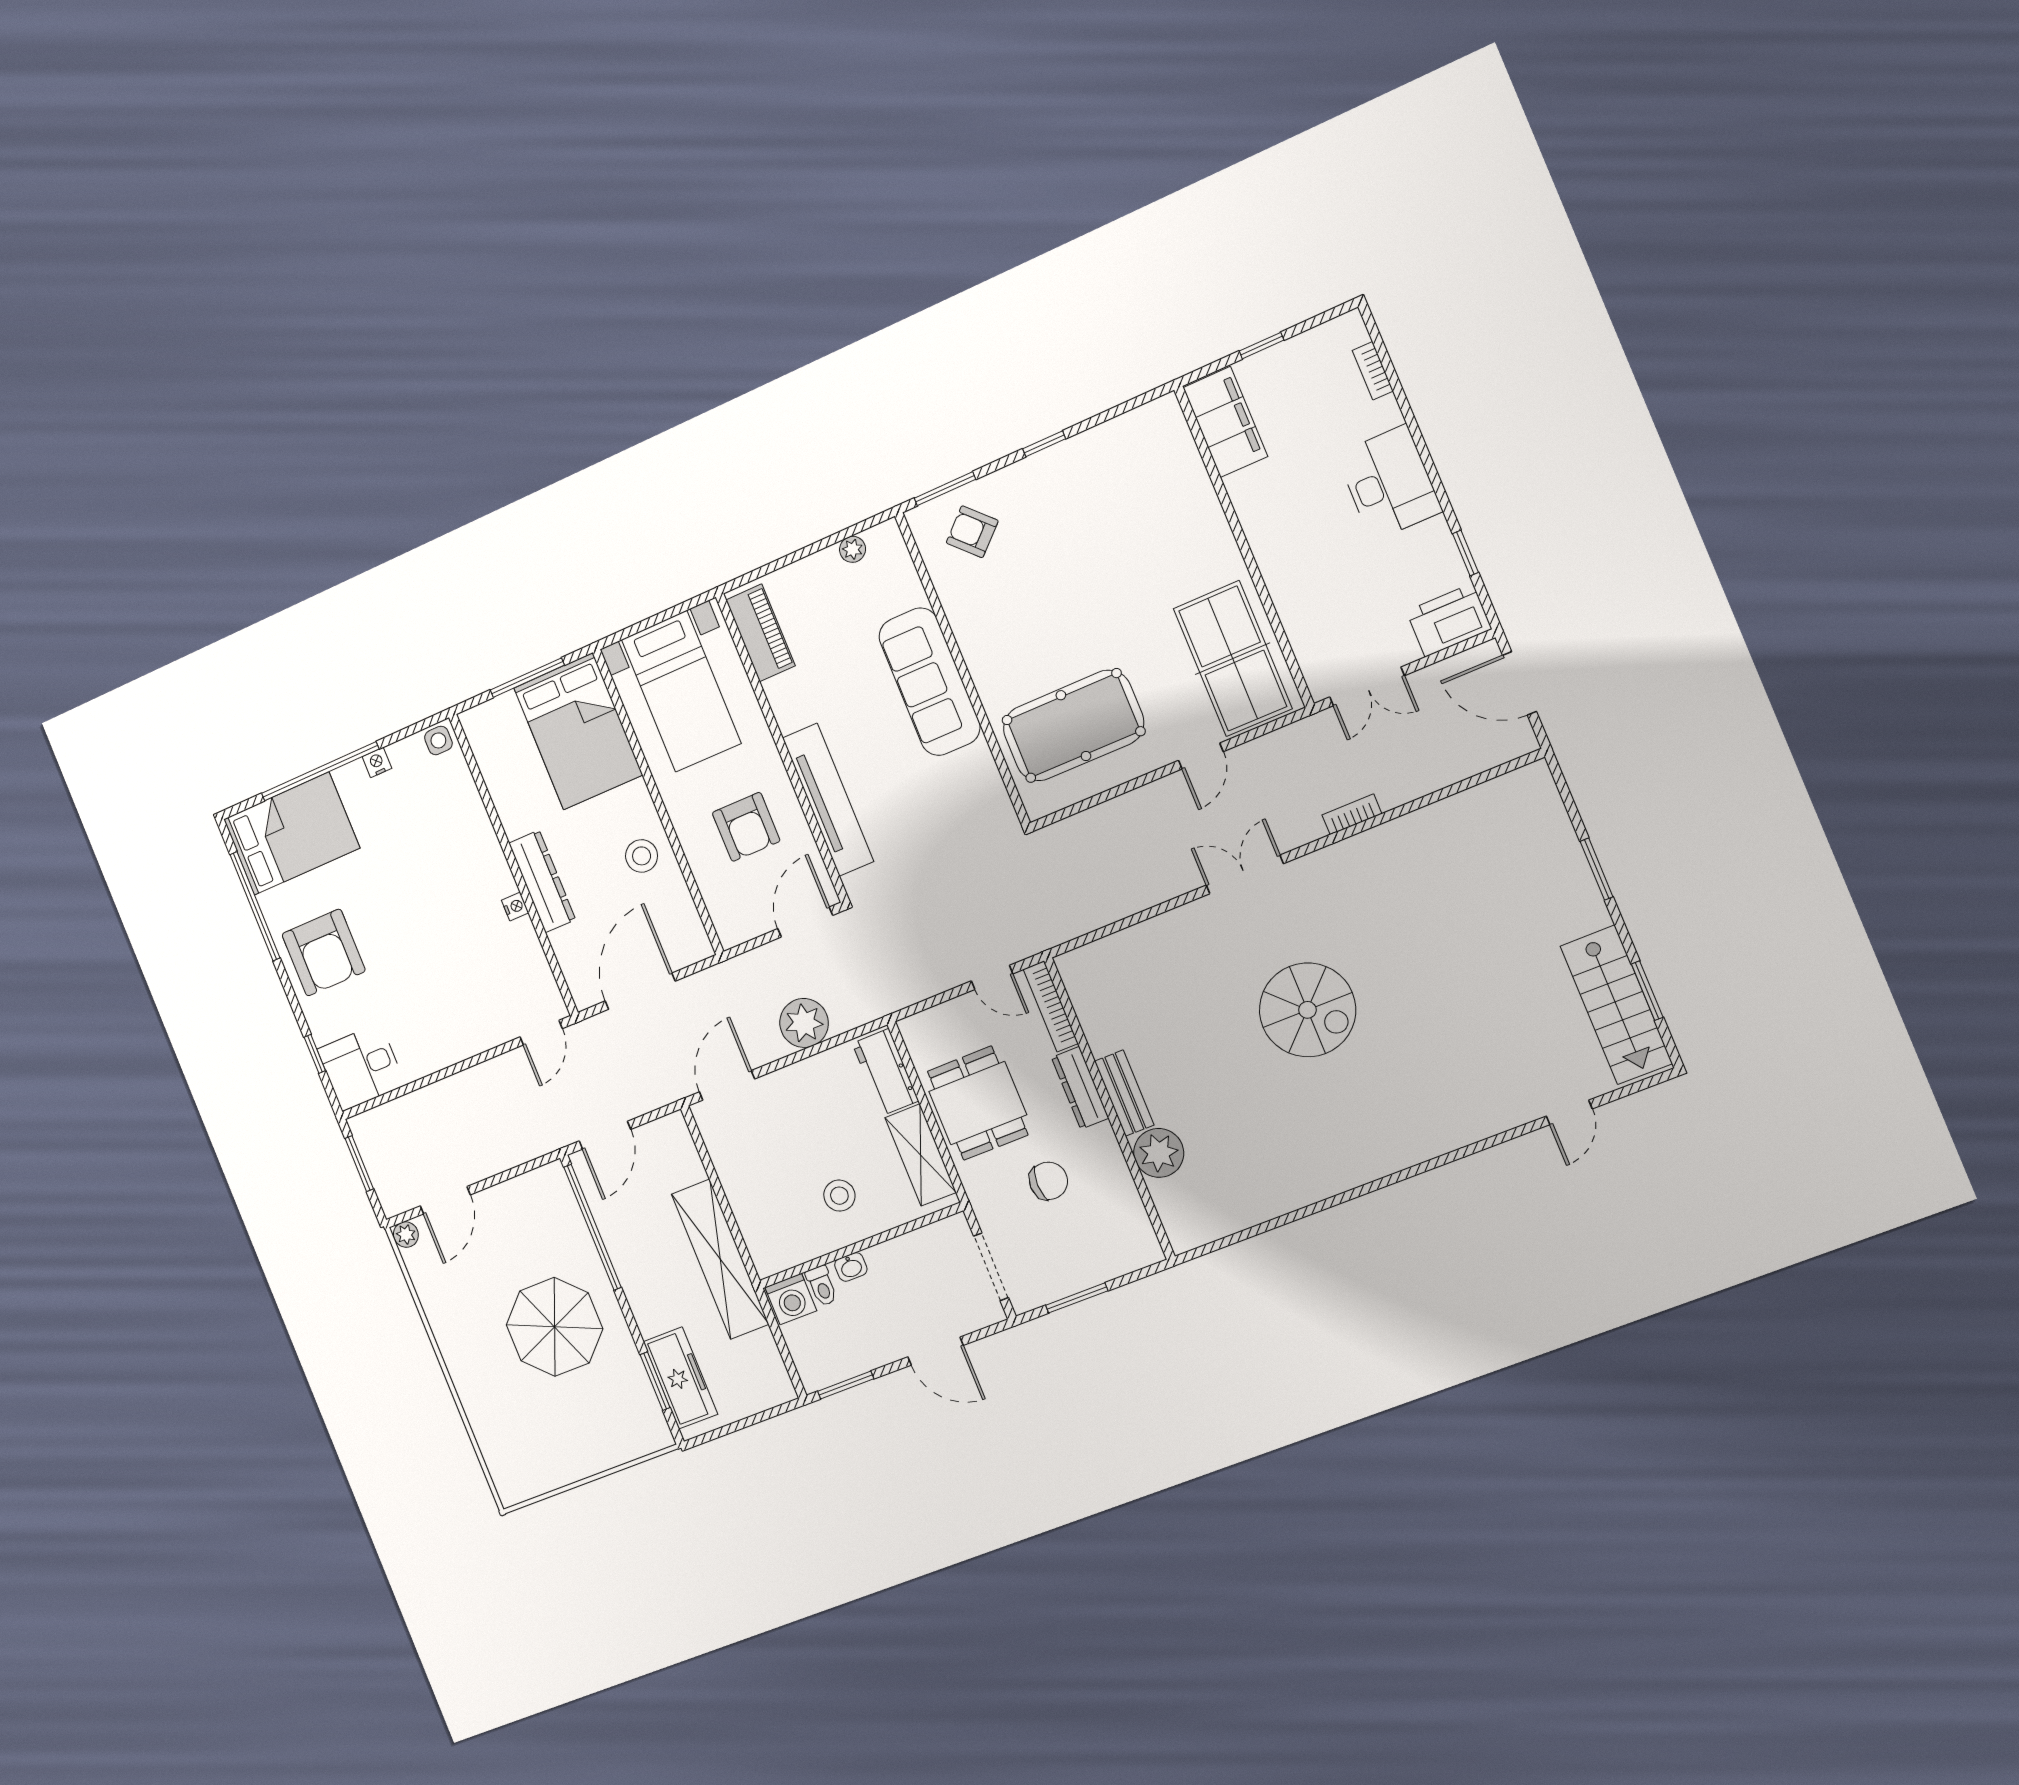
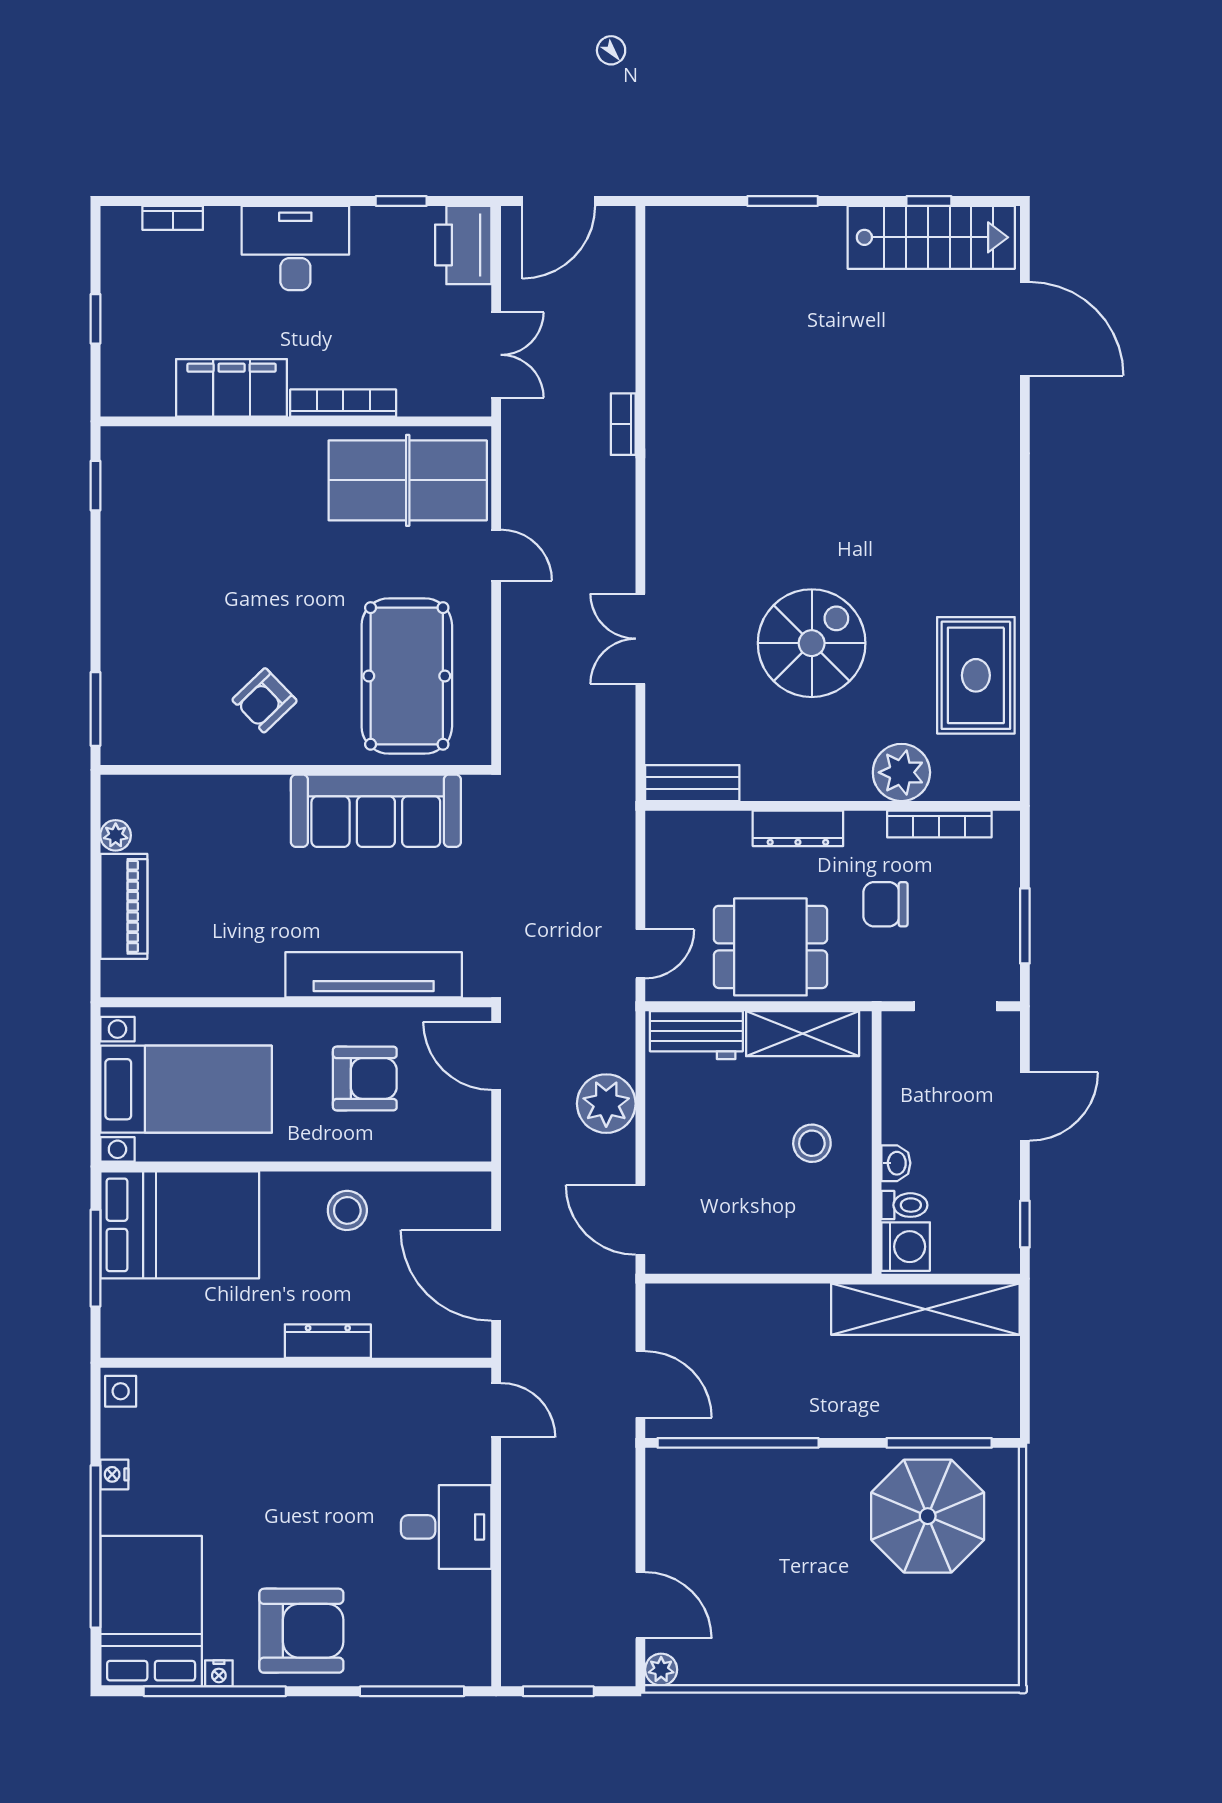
filing cabinet: (1225, 422) -> (232, 388), moved
window: (1044, 444) -> (95, 486), moved
armchair: (972, 532) -> (265, 700), moved
bookcase: (1275, 579) -> (343, 403), added
piano: (760, 633) -> (124, 906), moved, turned 90
sofa: (930, 682) -> (376, 811), moved
double door: (1245, 874) -> (640, 639), moved
dresser: (542, 881) -> (328, 1341), width x0.73, depth x0.80
nightstand: (515, 907) -> (219, 1673), moved, turned 180
door: (992, 977) -> (640, 954), moved
window: (1647, 991) -> (929, 201), width x0.67
bookcase: (1051, 1006) -> (939, 824), moved
spiral stairs: (1307, 1010) -> (812, 643), moved
window: (315, 1054) -> (412, 1691), width x2.17
desk: (361, 1067) -> (446, 1527), moved, turned -90
bench: (1124, 1093) -> (692, 783), moved
door: (1569, 1112) -> (1025, 329), width x1.88
chair: (1048, 1181) -> (885, 904), turned -90
rug: (1262, 1182) -> (976, 675), added
shelving: (720, 1259) -> (925, 1309), moved
parasol: (554, 1327) -> (928, 1516), moved
freezer: (680, 1378) -> (947, 1412), removed
window: (655, 1381) -> (939, 1443), width x1.44
window: (846, 1385) -> (1025, 1224), width x0.67

